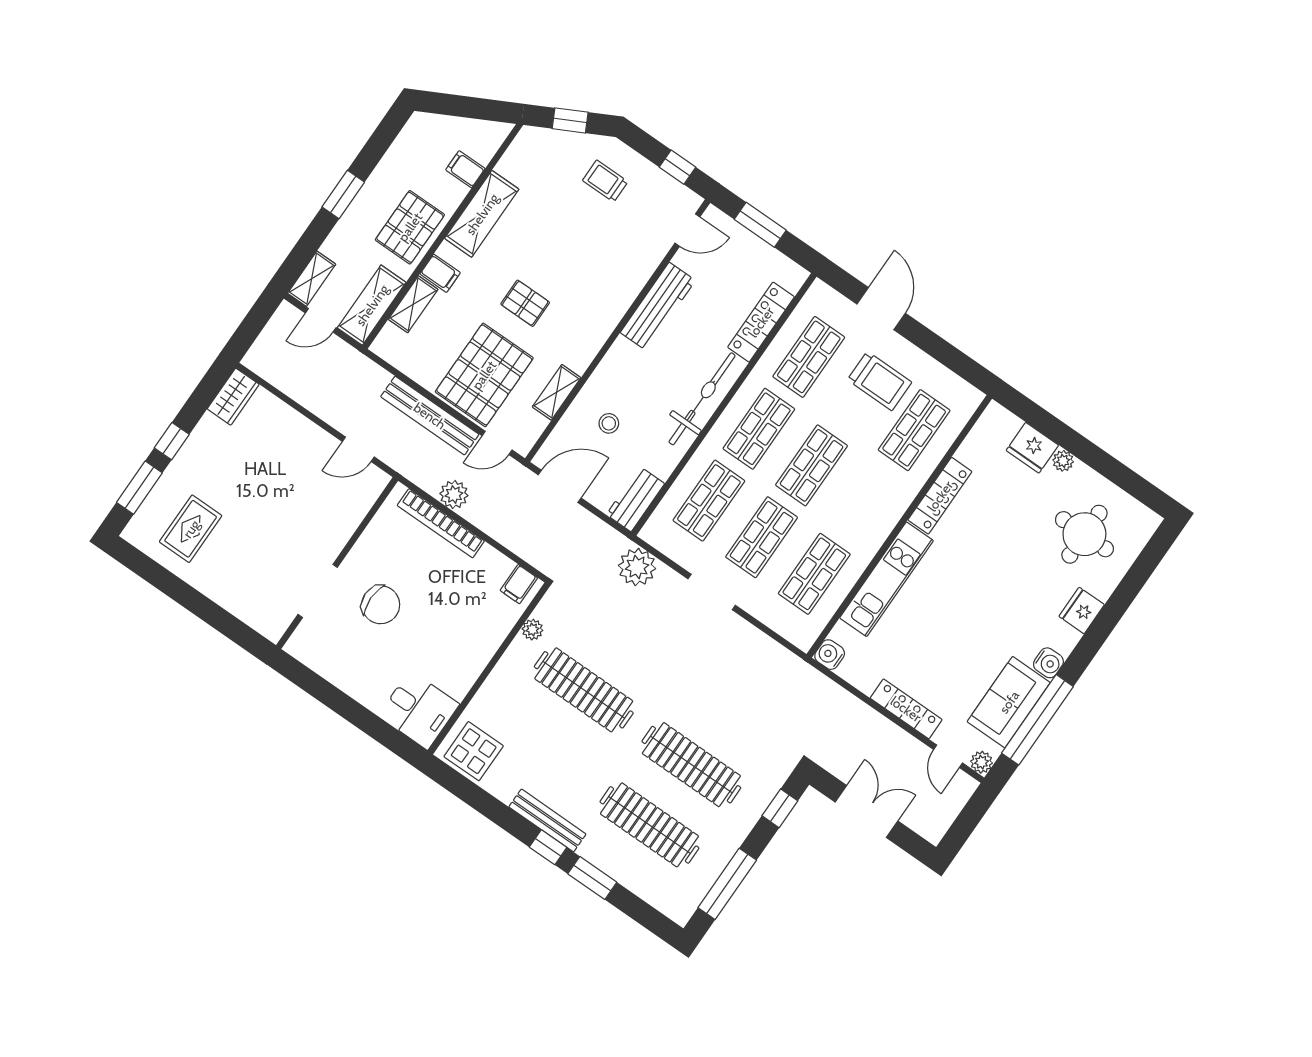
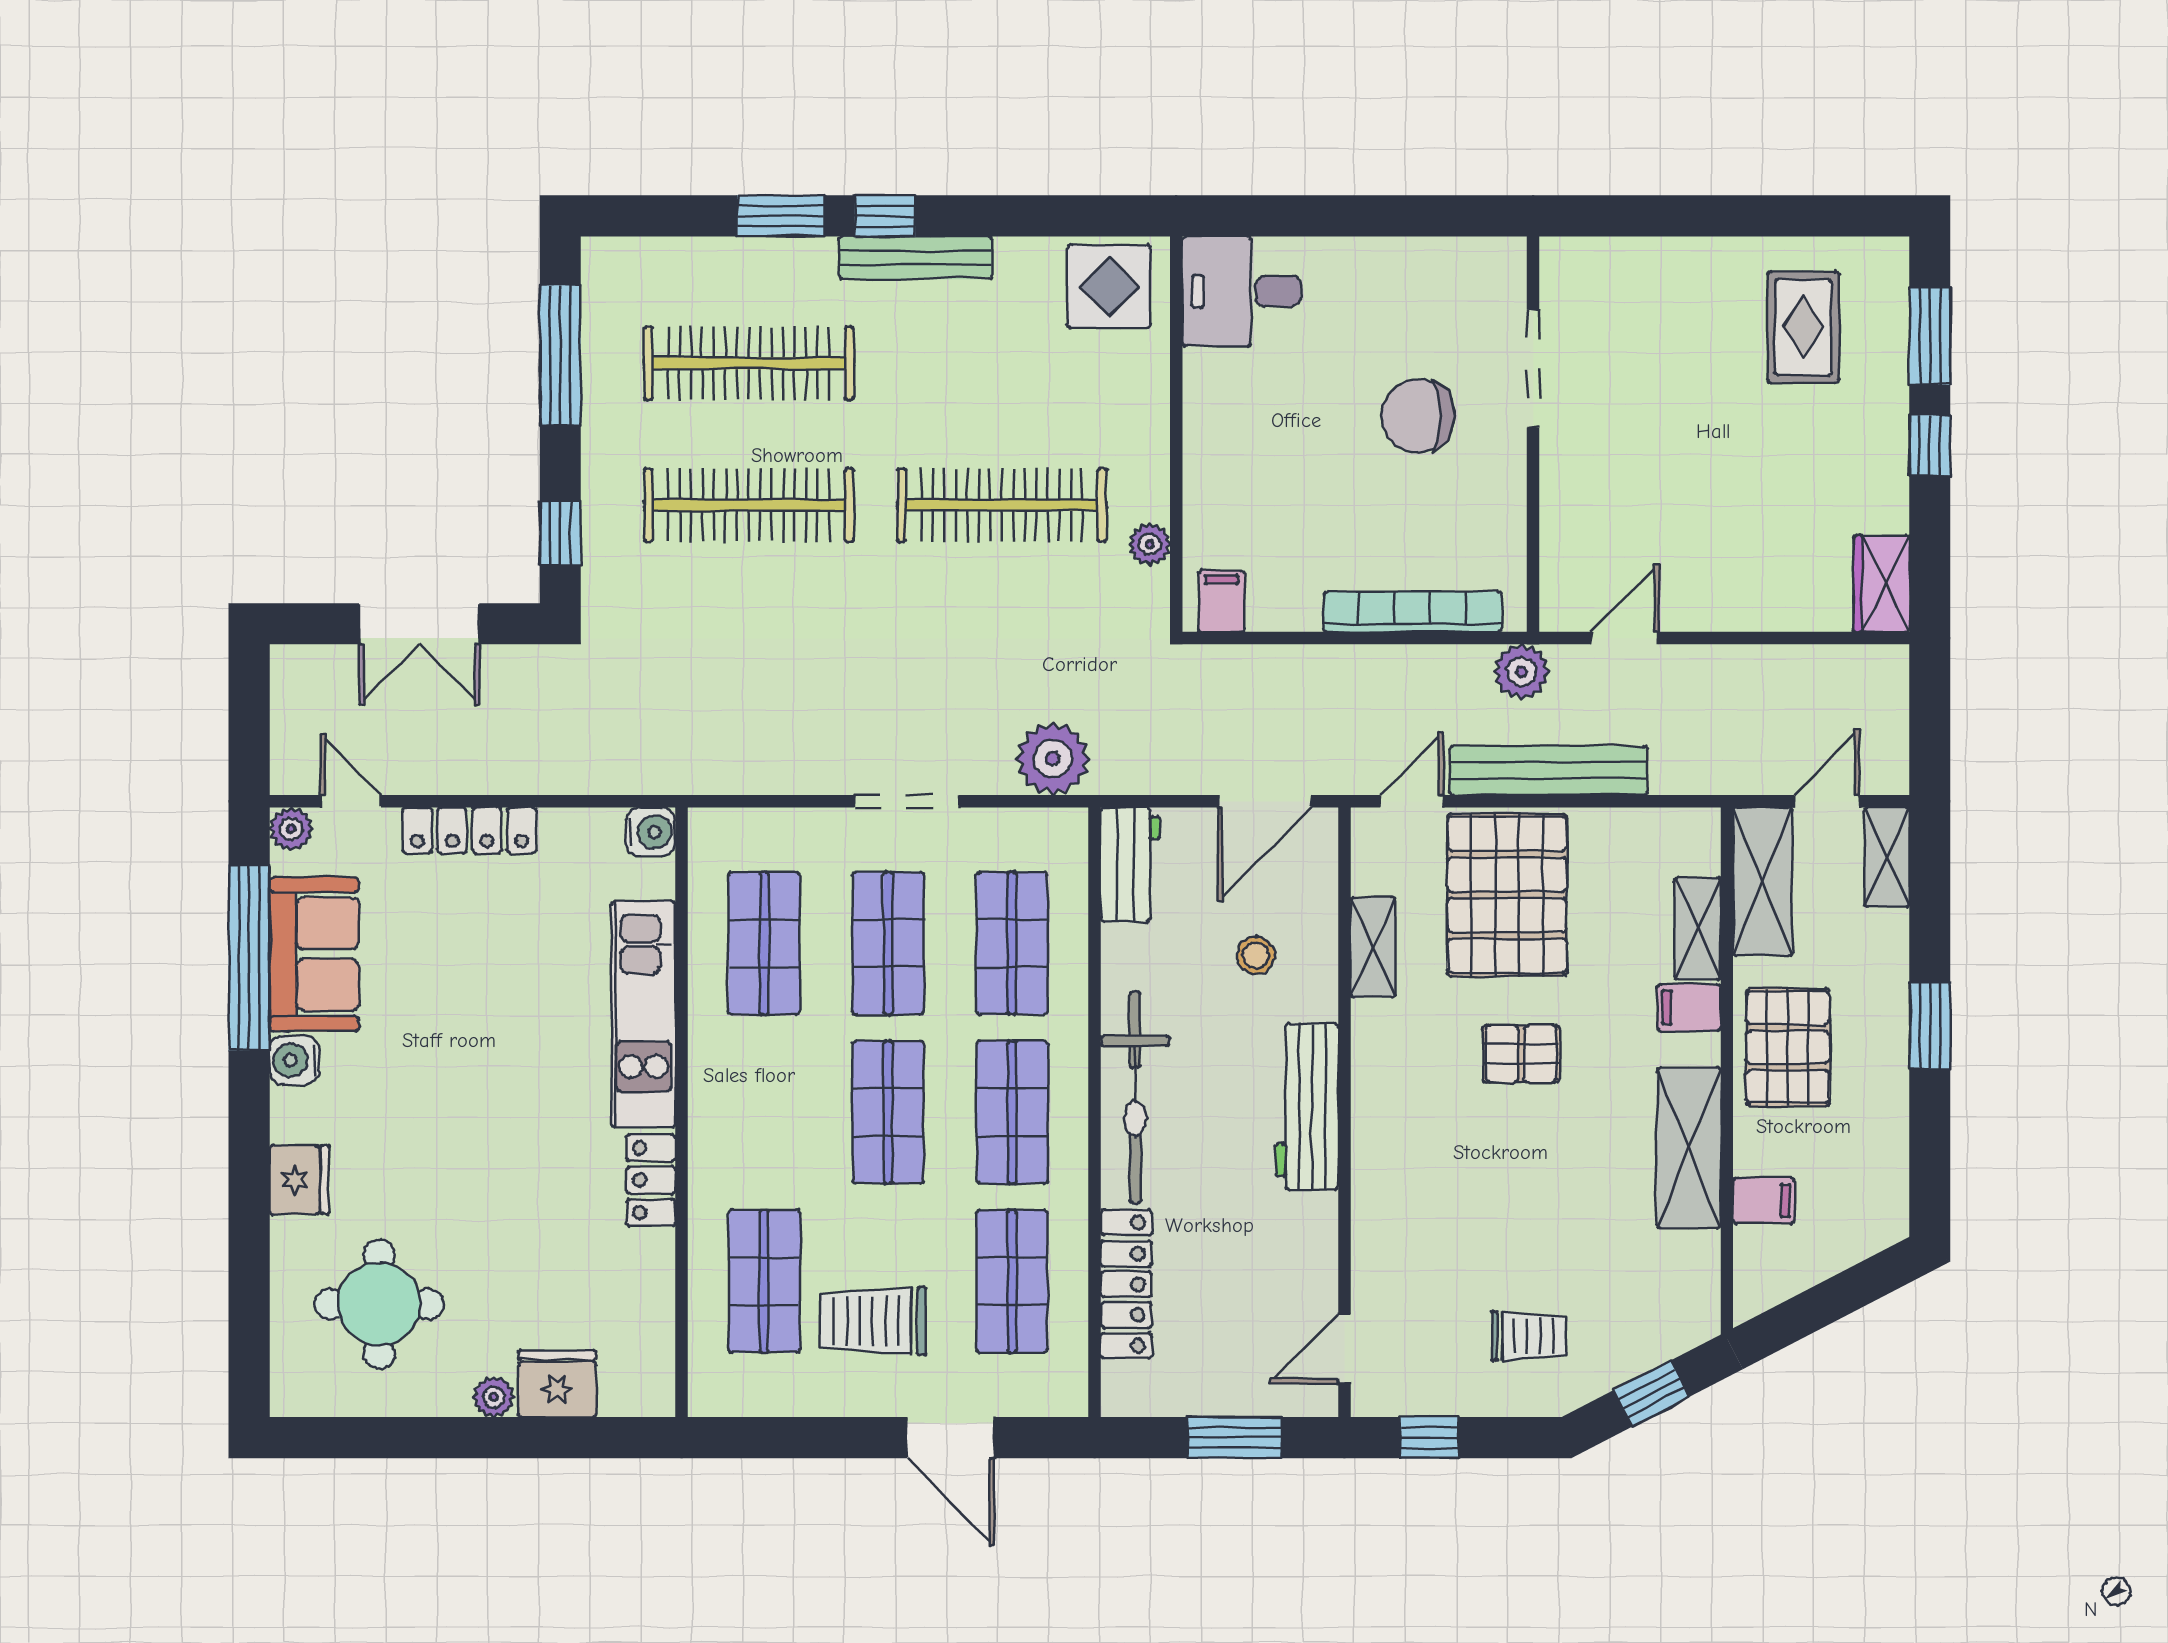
workbench: (658, 306) -> (1307, 1107), moved
plant: (454, 495) -> (1522, 672), moved
locker: (940, 496) -> (651, 1180), width x0.66

